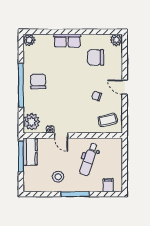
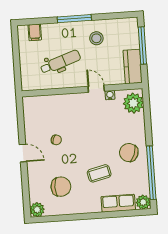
row of seats: (67, 41) -> (118, 203), moved
chair: (38, 81) -> (129, 153), turned 110
window: (21, 85) -> (151, 173), moved
coffee table: (108, 120) -> (99, 173), moved
window: (21, 157) -> (142, 45), moved
dental chair: (89, 159) -> (60, 62), turned 52

